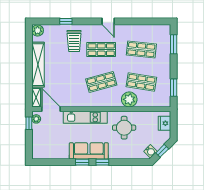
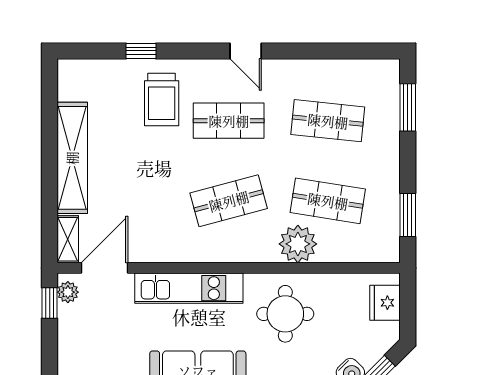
plant: (38, 30) -> (71, 73), removed
door: (51, 109) -> (104, 268), hinge flipped

